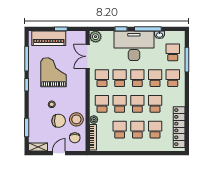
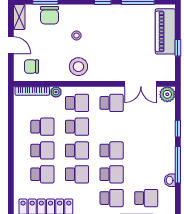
desk: (134, 46) -> (155, 146), removed
double door: (88, 56) -> (141, 84), swing flipped
grand piano: (54, 72) -> (120, 38), removed
school desk: (120, 78) -> (112, 127), removed
stool: (76, 119) -> (78, 67), moved
chair: (59, 121) -> (50, 15), moved

